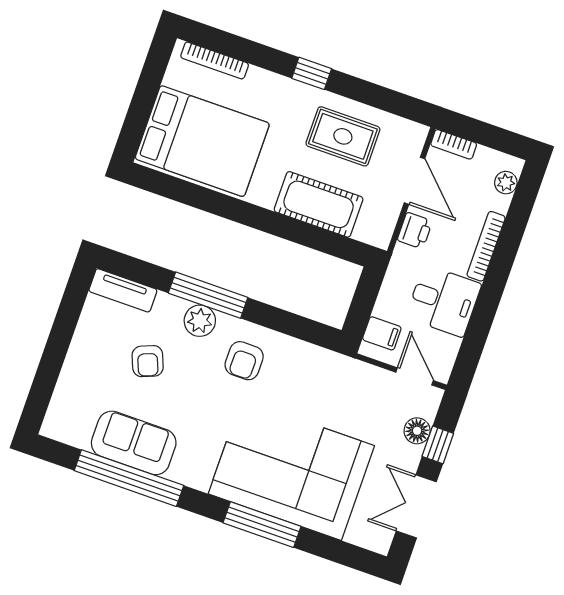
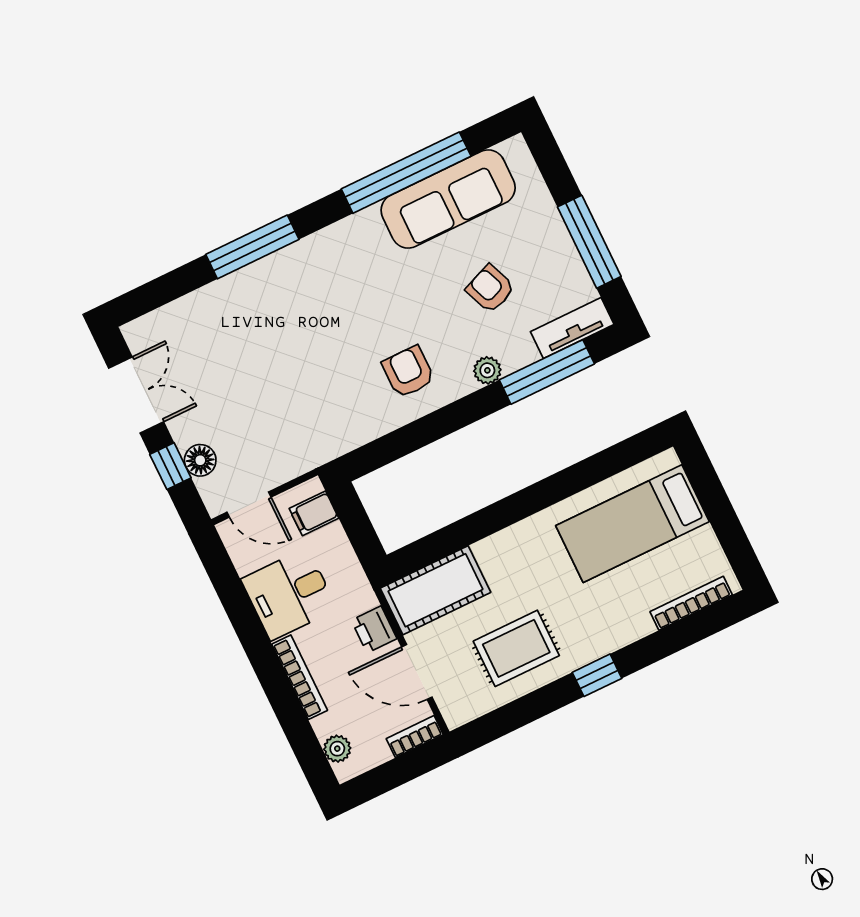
bed: (202, 141) -> (633, 524), width x0.67
cot: (319, 204) -> (435, 590), moved
window: (208, 295) -> (547, 372), moved
plant: (200, 321) -> (487, 370), width x0.73, depth x0.73
window: (63, 331) -> (589, 242), added
sofa: (134, 443) -> (448, 199), width x1.36
corner sofa: (291, 470) -> (274, 319), removed

